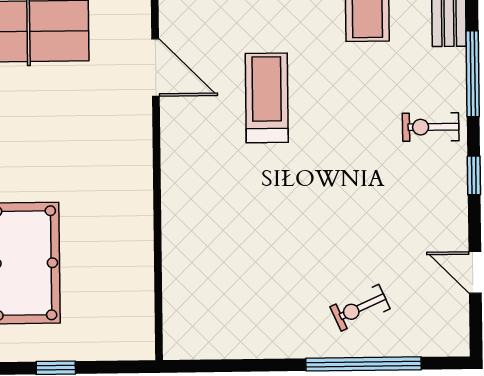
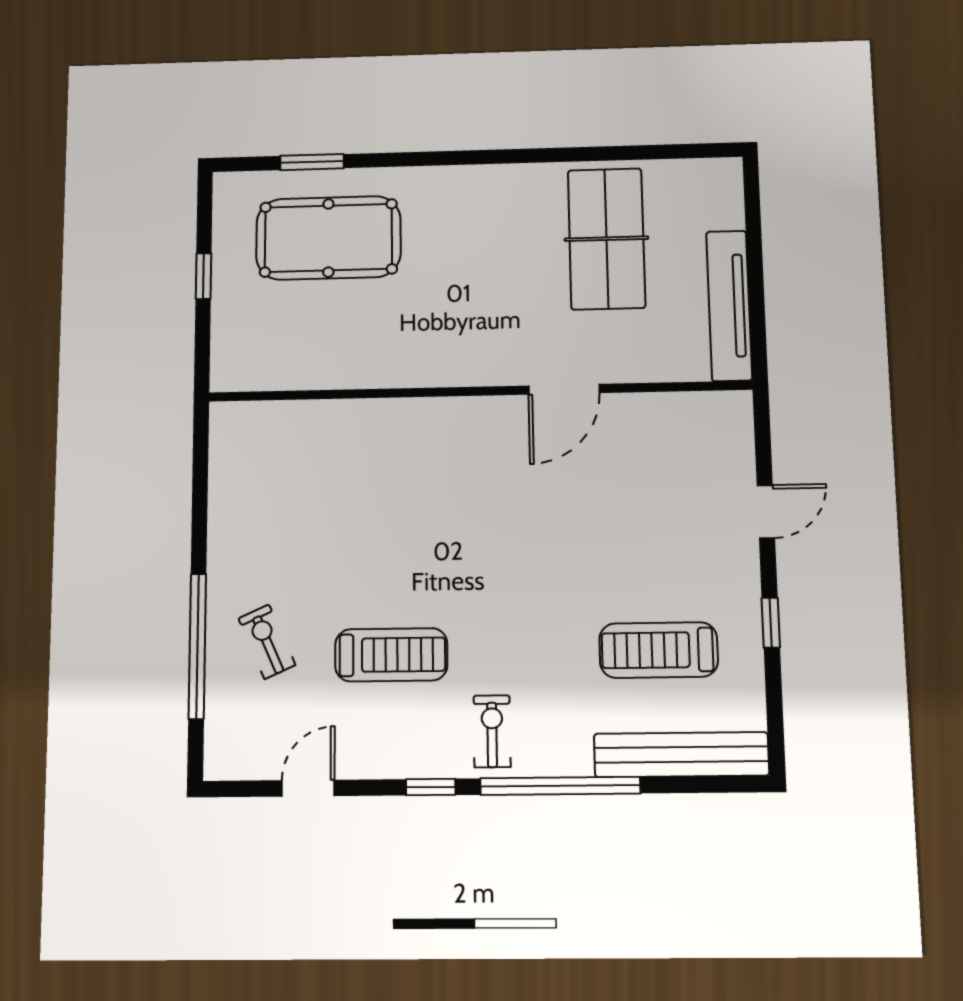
window: (473, 74) -> (560, 786), width x1.46
treadmill: (267, 98) -> (391, 655), moved

